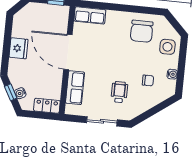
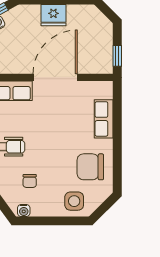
row of seats: (90, 15) -> (104, 119), moved
water cooler: (172, 74) -> (24, 210), moved

